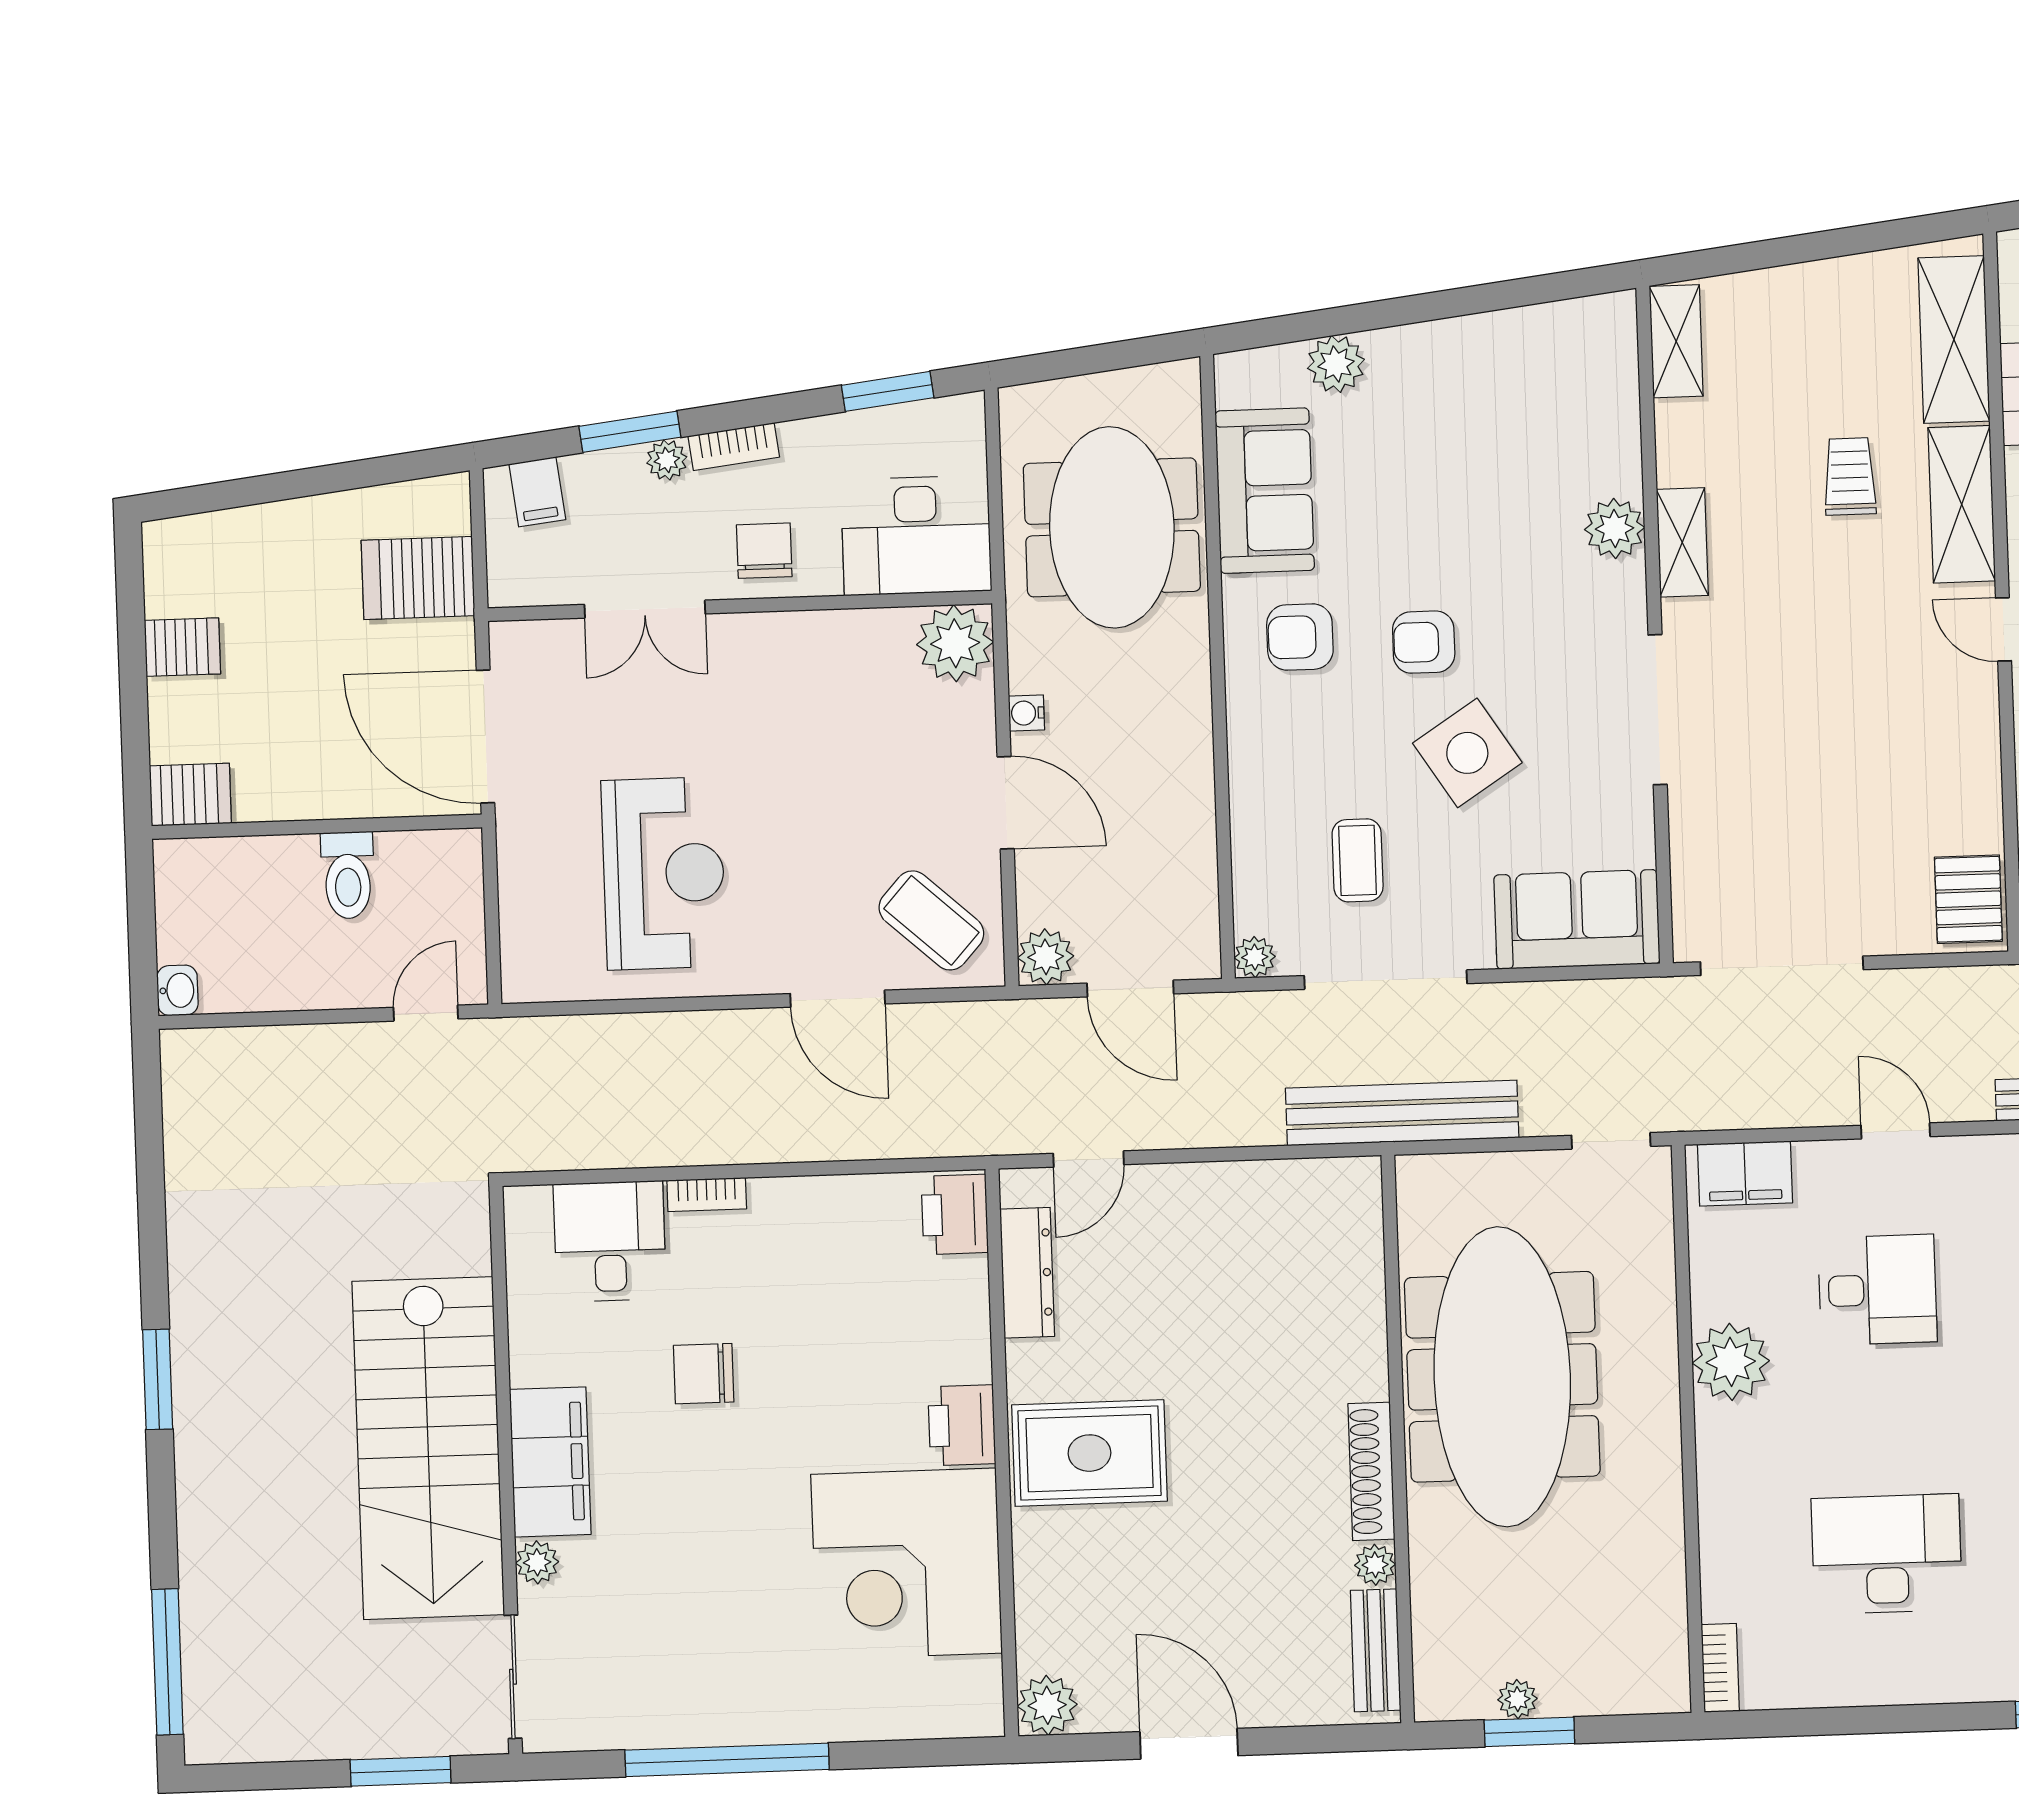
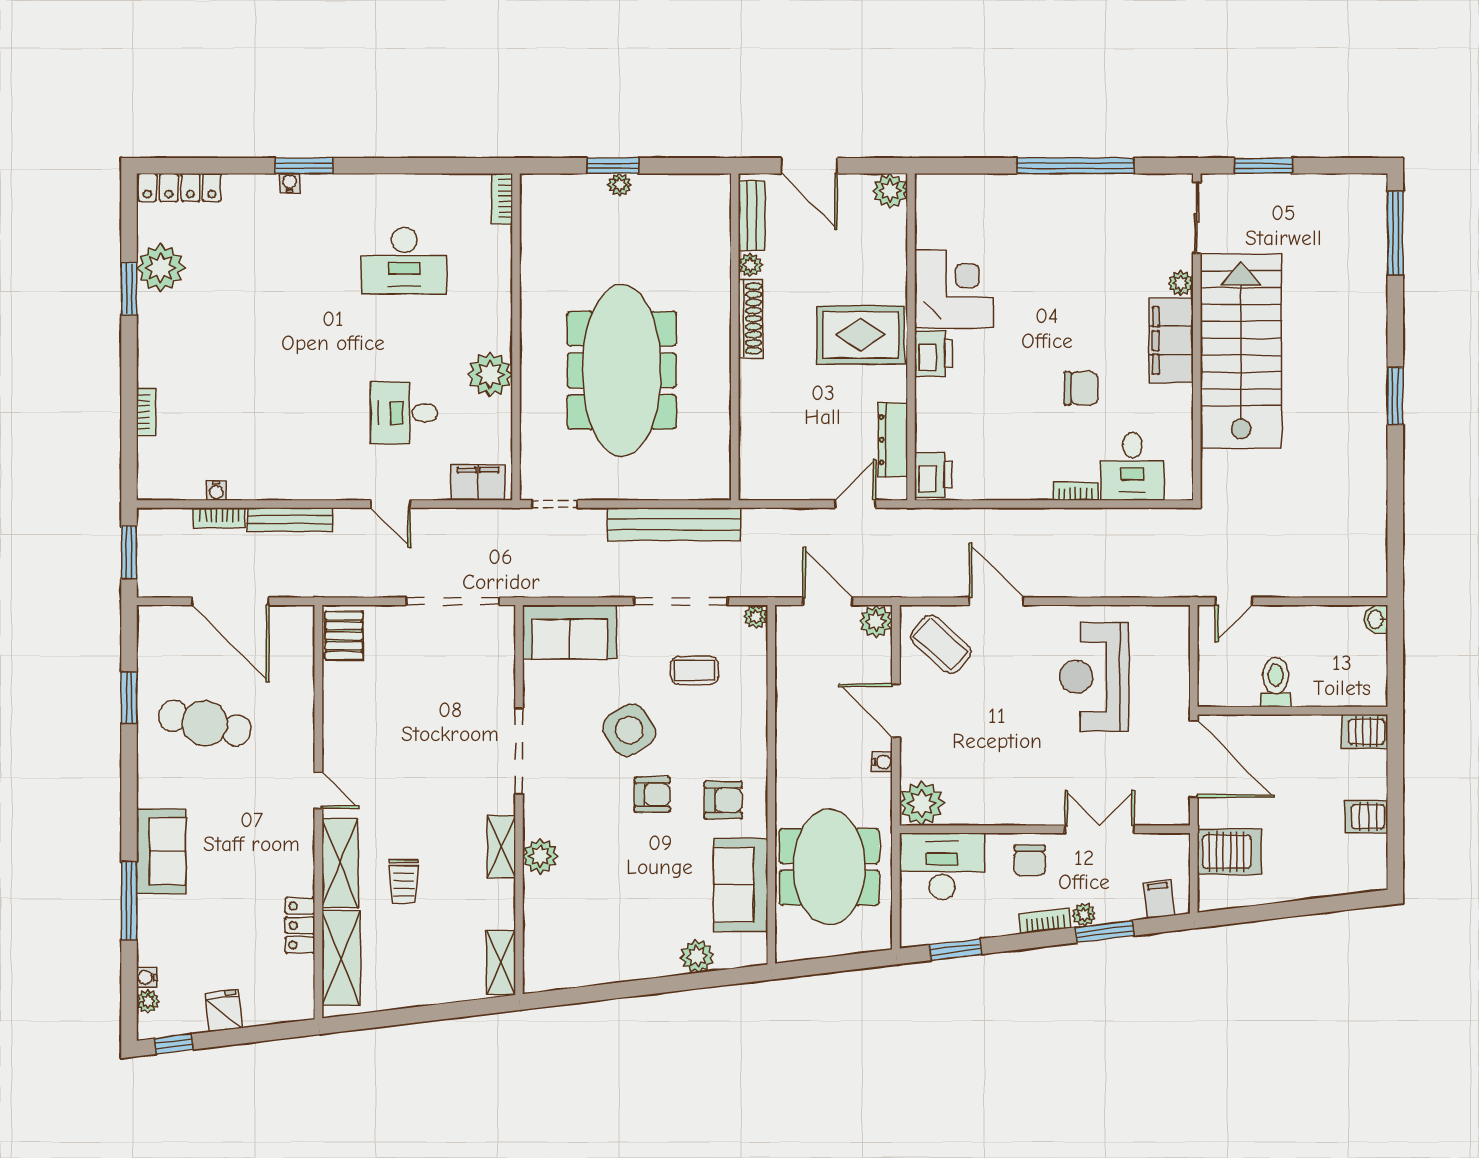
coffee table: (1358, 860) -> (695, 670), turned 90
wall: (1398, 1439) -> (735, 337), moved
shoe rack: (1371, 1471) -> (751, 319), moved
corner desk: (907, 1564) -> (954, 289), width x0.74, depth x0.74
plant: (1375, 1565) -> (750, 265), moved
bench: (1376, 1650) -> (752, 216), moved

